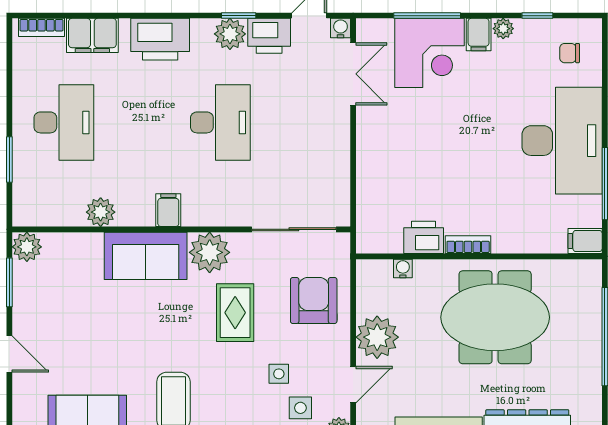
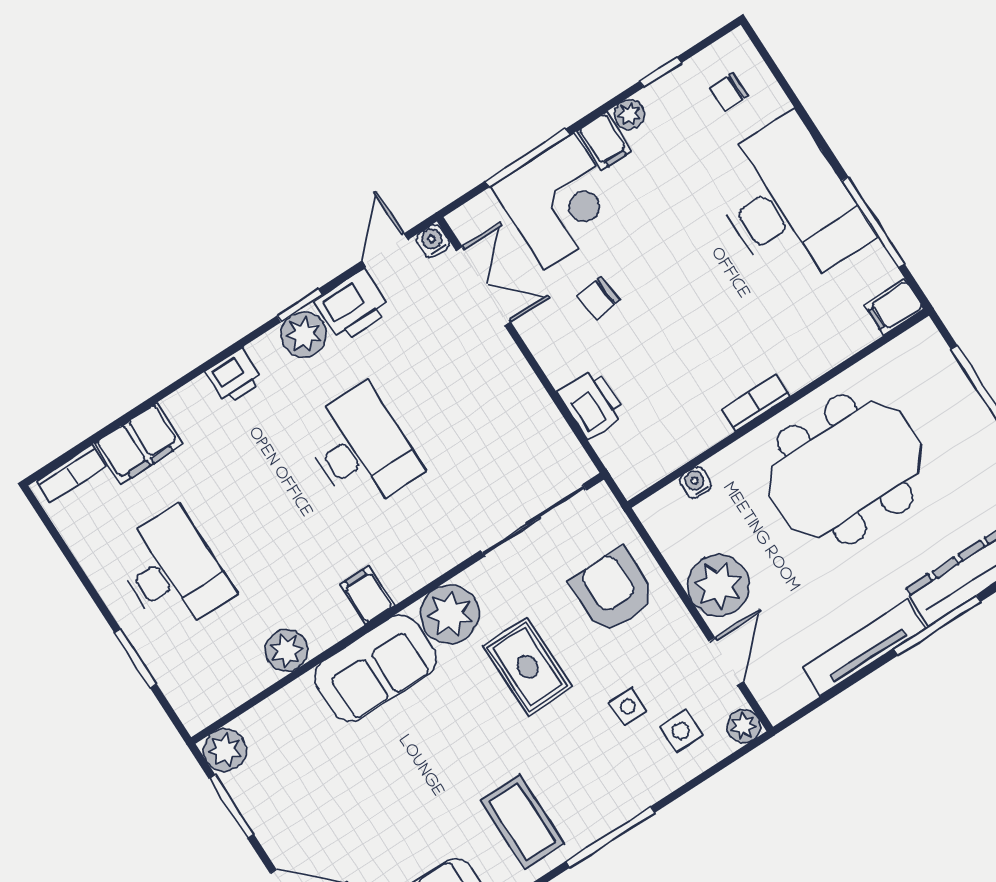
printer: (160, 39) -> (235, 376), width x0.53, depth x0.68
chair: (416, 124) -> (599, 298), added
printer: (424, 237) -> (592, 403), moved, turned 90

